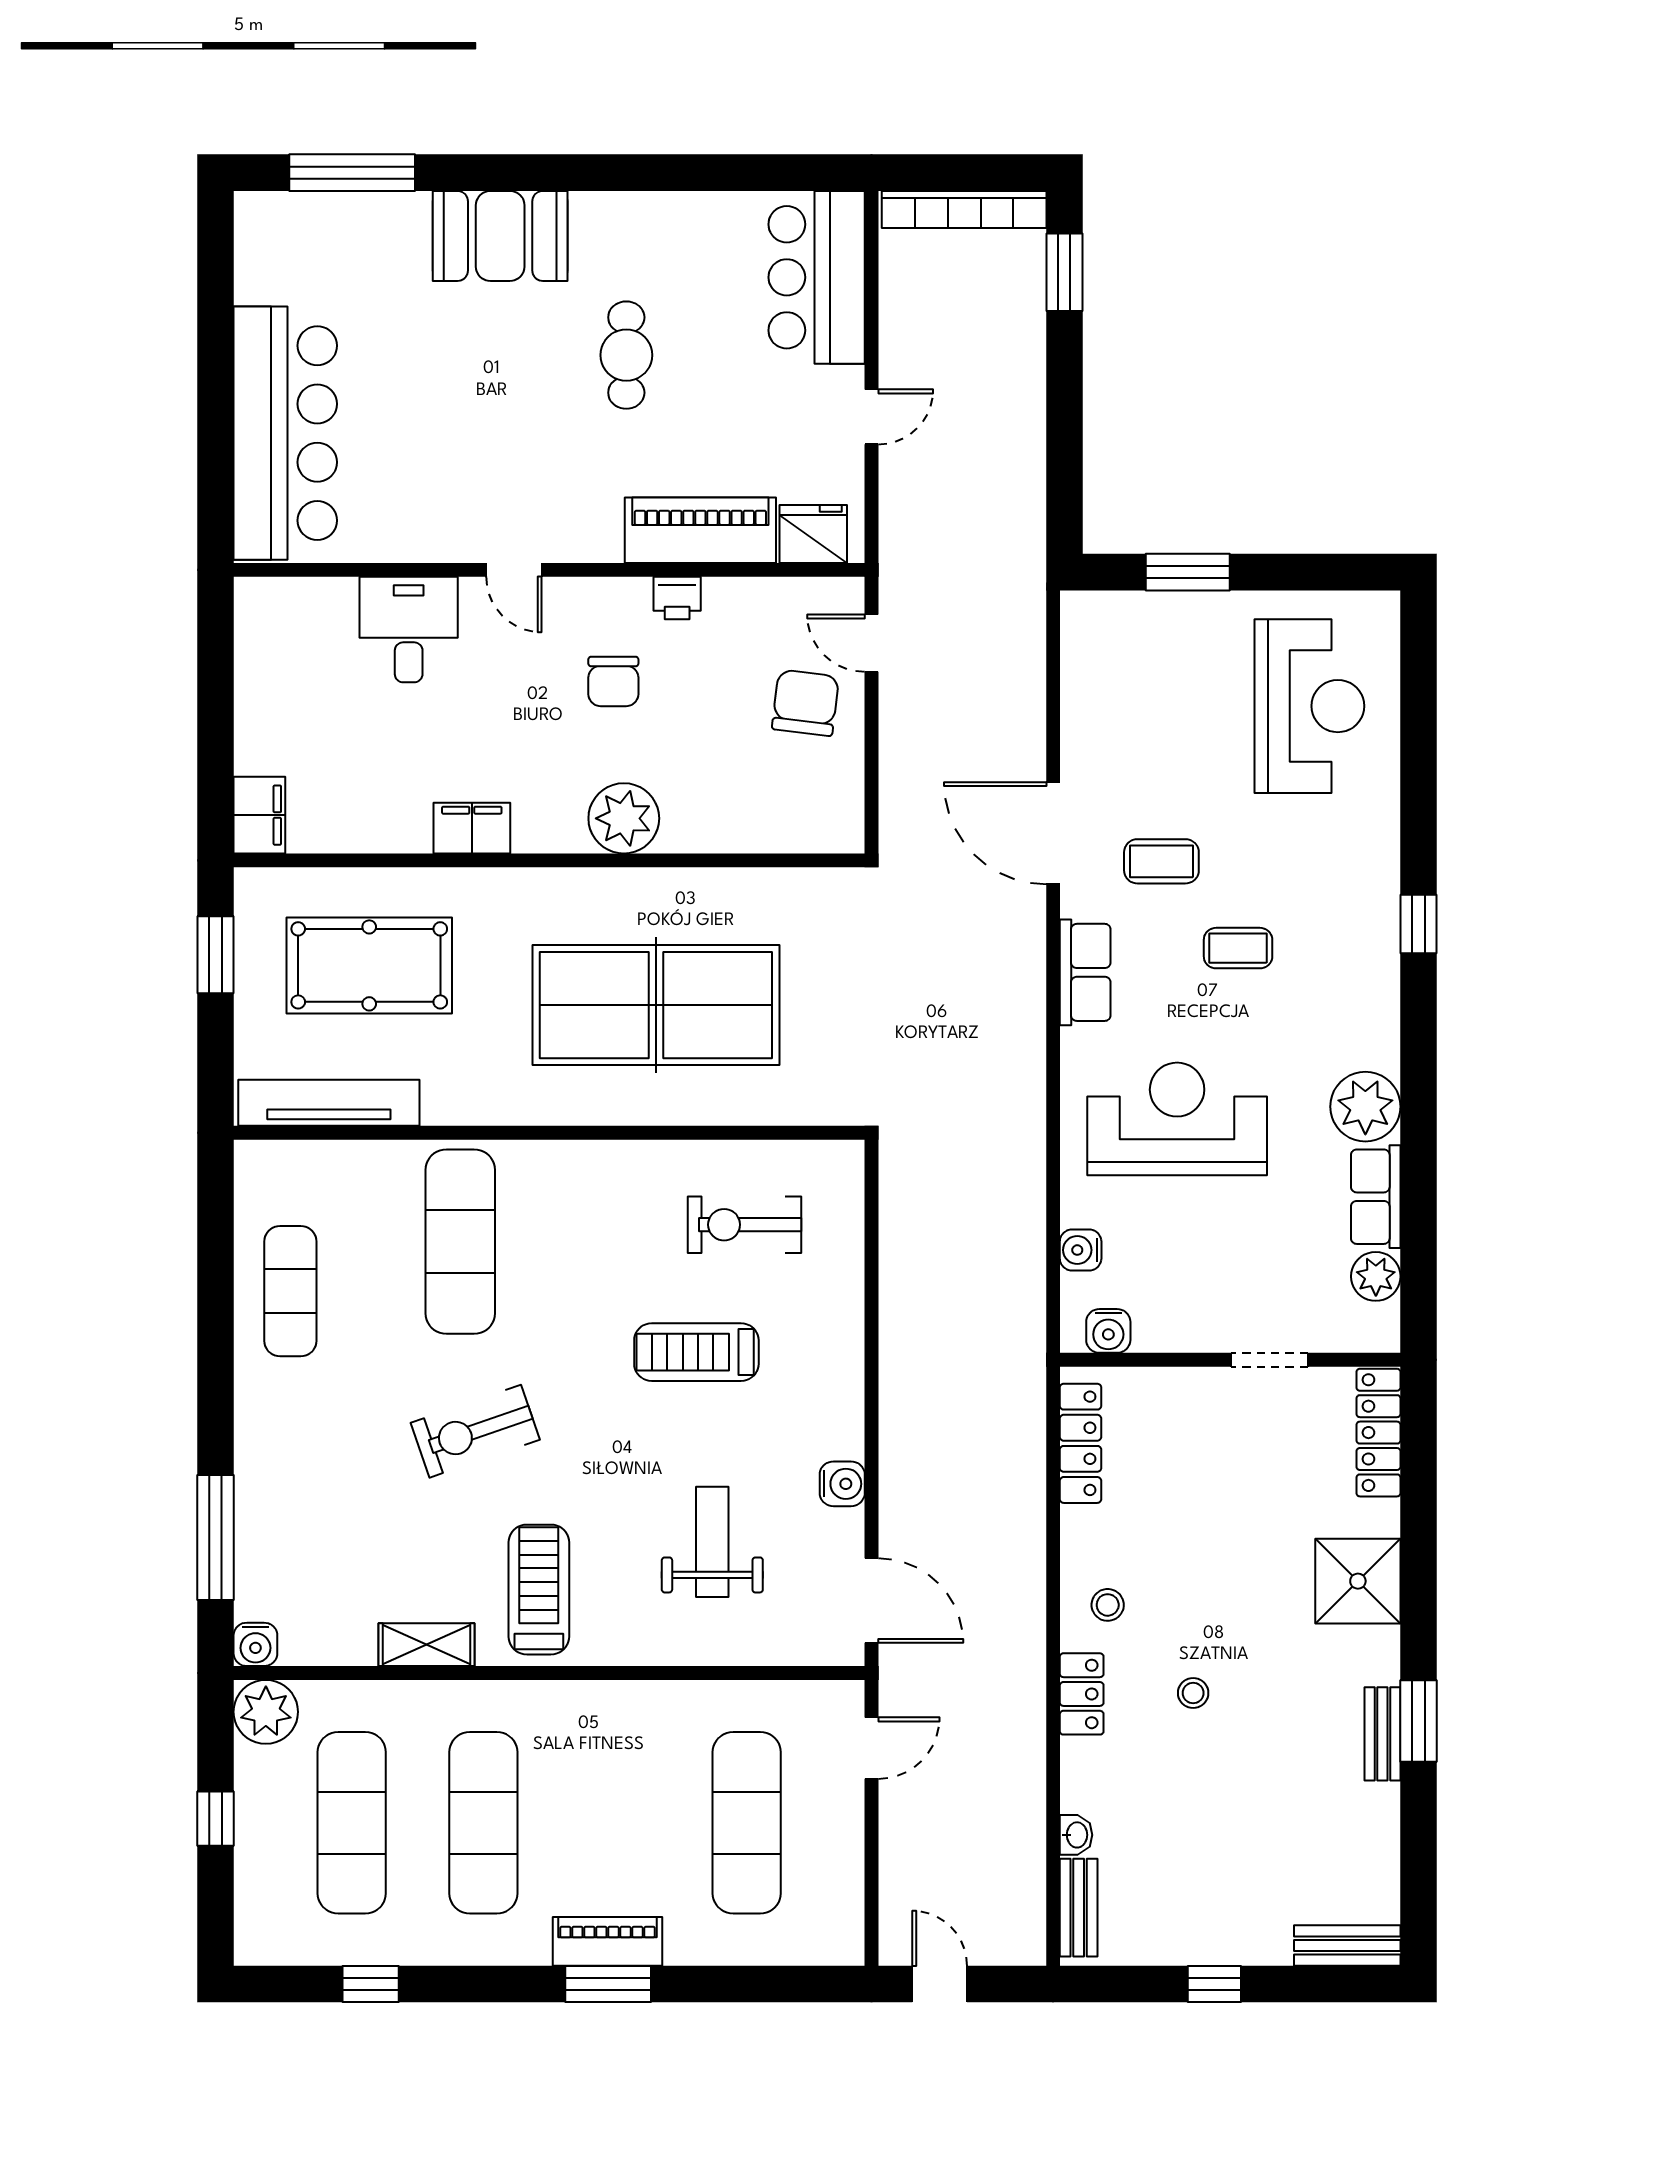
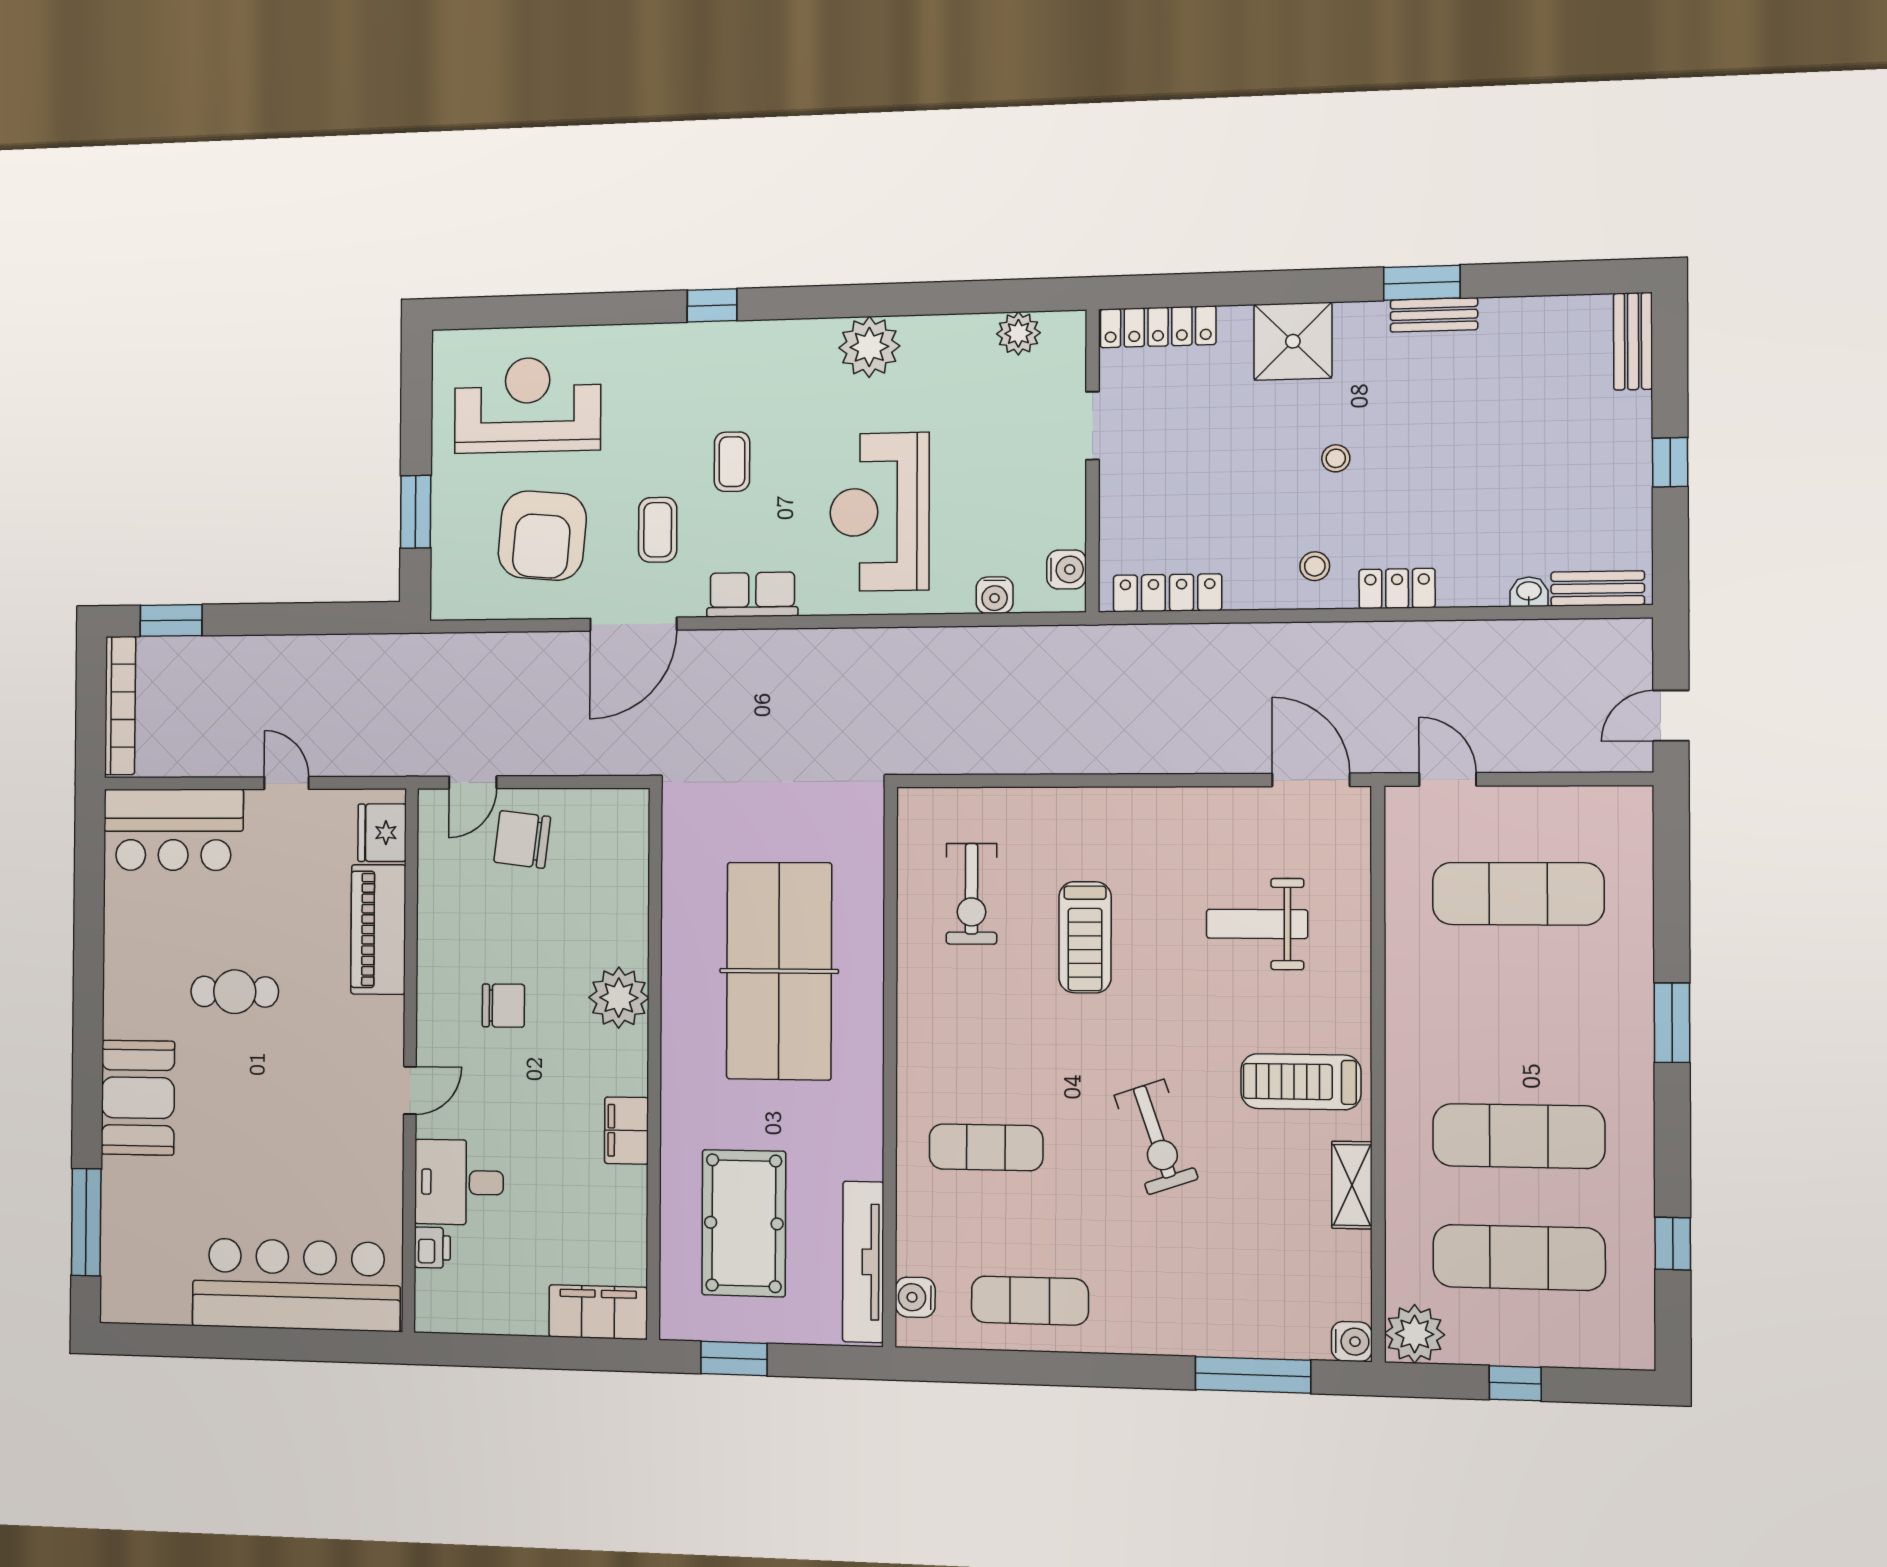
printer: (677, 598) -> (432, 1248), moved
armchair: (1157, 725) -> (542, 536), added
filing cabinet: (259, 815) -> (598, 1312), width x1.50, depth x1.17
row of seats: (1376, 1197) -> (948, 335), removed
exercise mat: (460, 1242) -> (986, 1147), width x0.73, depth x0.69
water cooler: (842, 1484) -> (915, 1297), moved, turned -90
door: (871, 1601) -> (1311, 780), hinge flipped
stool: (1193, 1693) -> (1336, 458), moved
piano: (607, 1941) -> (1631, 1023), removed

